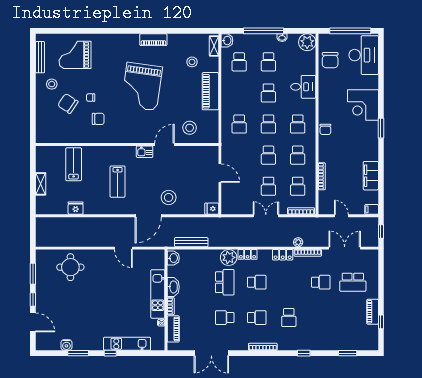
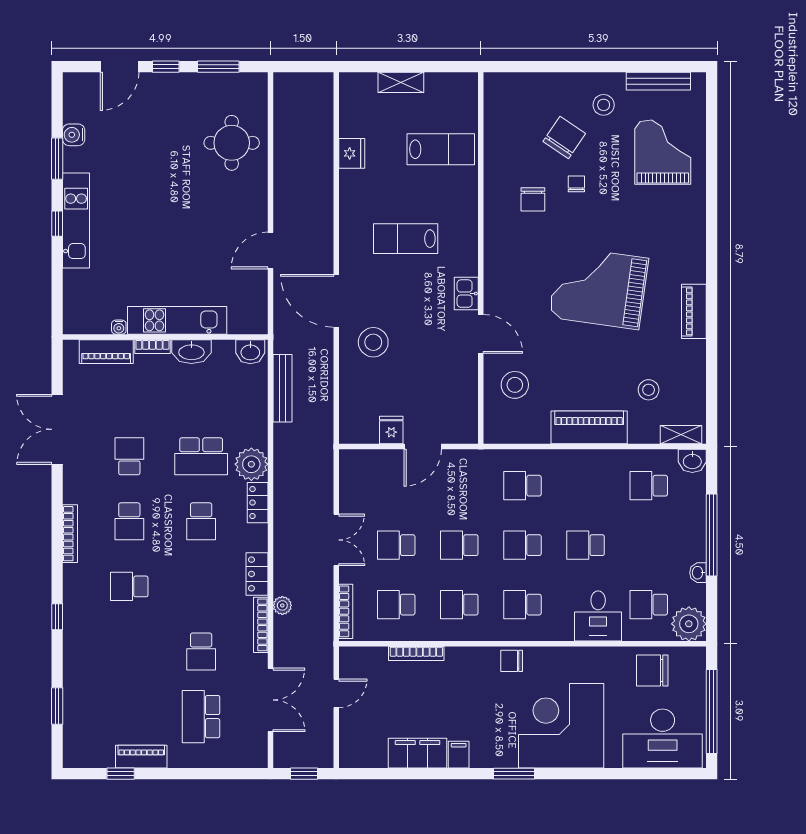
school desk: (268, 62) -> (649, 605), moved
corner desk: (363, 105) -> (561, 726), width x1.36, depth x1.36
fridge: (212, 209) -> (391, 430), moved
filing cabinet: (372, 209) -> (459, 755), moved
kitchen unit: (127, 344) -> (76, 221), moved

